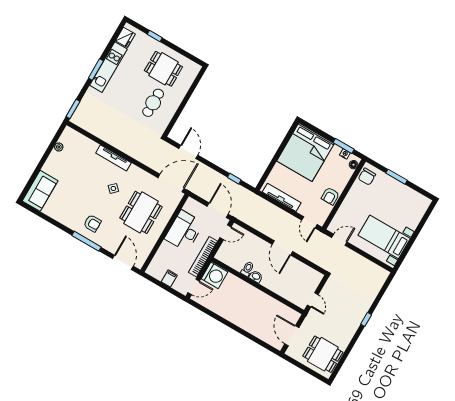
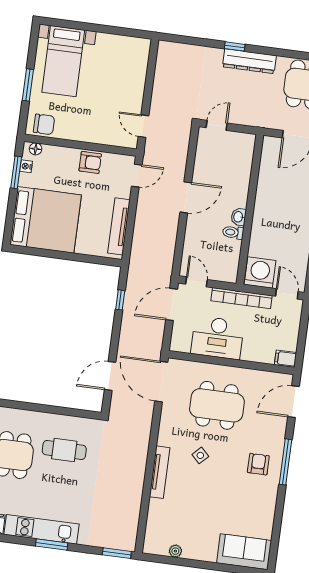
bed with nightstands: (384, 237) -> (63, 61), moved
filing cabinet: (169, 278) -> (286, 359), moved
door: (313, 300) -> (217, 125), moved
dresser: (353, 325) -> (249, 61), added

